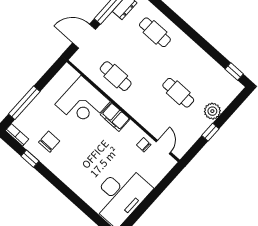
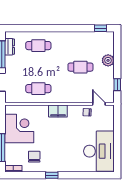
corner desk: (83, 103) -> (19, 128), moved, turned -90
window: (210, 132) -> (117, 85), moved
window: (30, 159) -> (52, 175), moved

